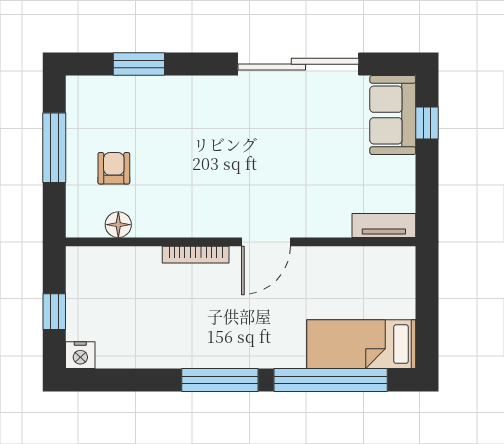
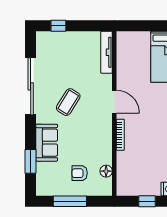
sofa: (393, 115) -> (47, 143), moved, turned -90
coffee table: (265, 144) -> (68, 102), added
tv unit: (384, 226) -> (107, 52), width x1.41

